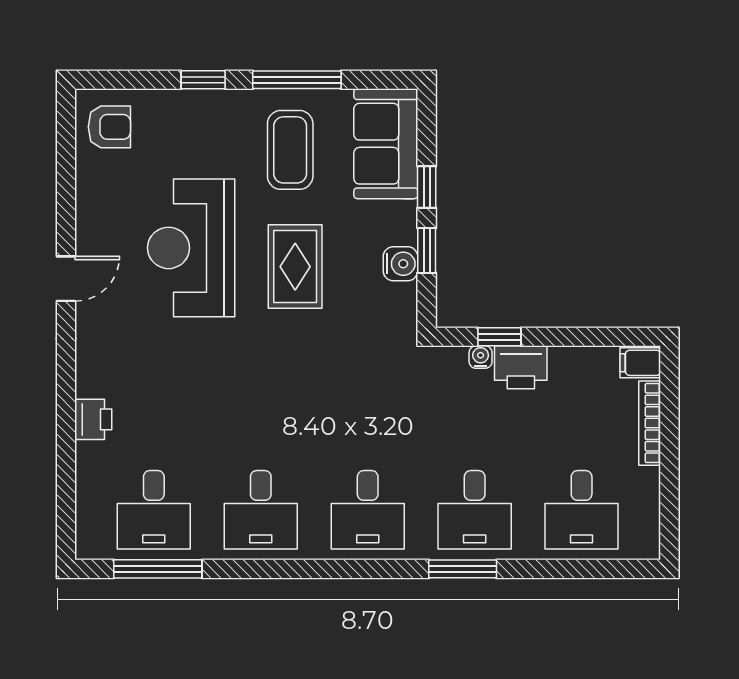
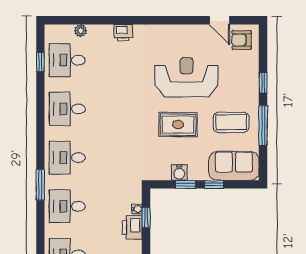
armchair: (109, 127) -> (242, 40), turned 90
door: (66, 279) -> (219, 20), moved
printer: (93, 419) -> (123, 33), moved
plant: (89, 481) -> (81, 31), added
window: (158, 569) -> (40, 62), width x0.46
window: (463, 569) -> (40, 185), moved

